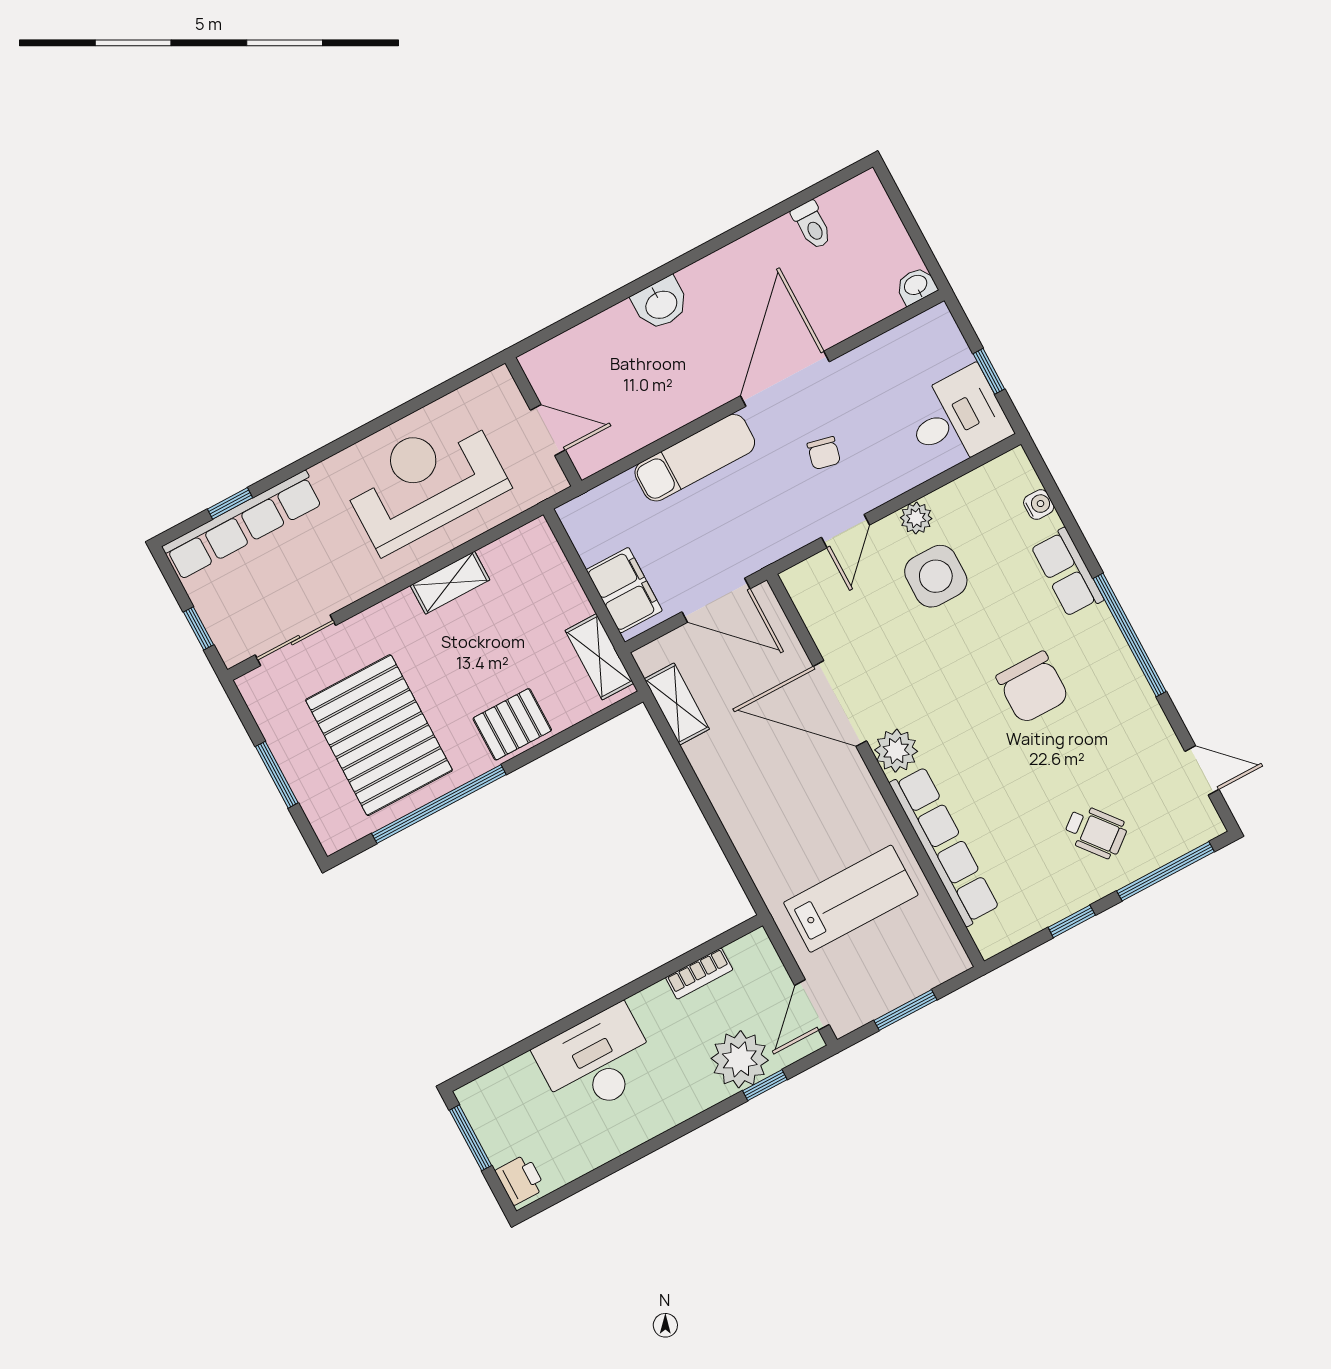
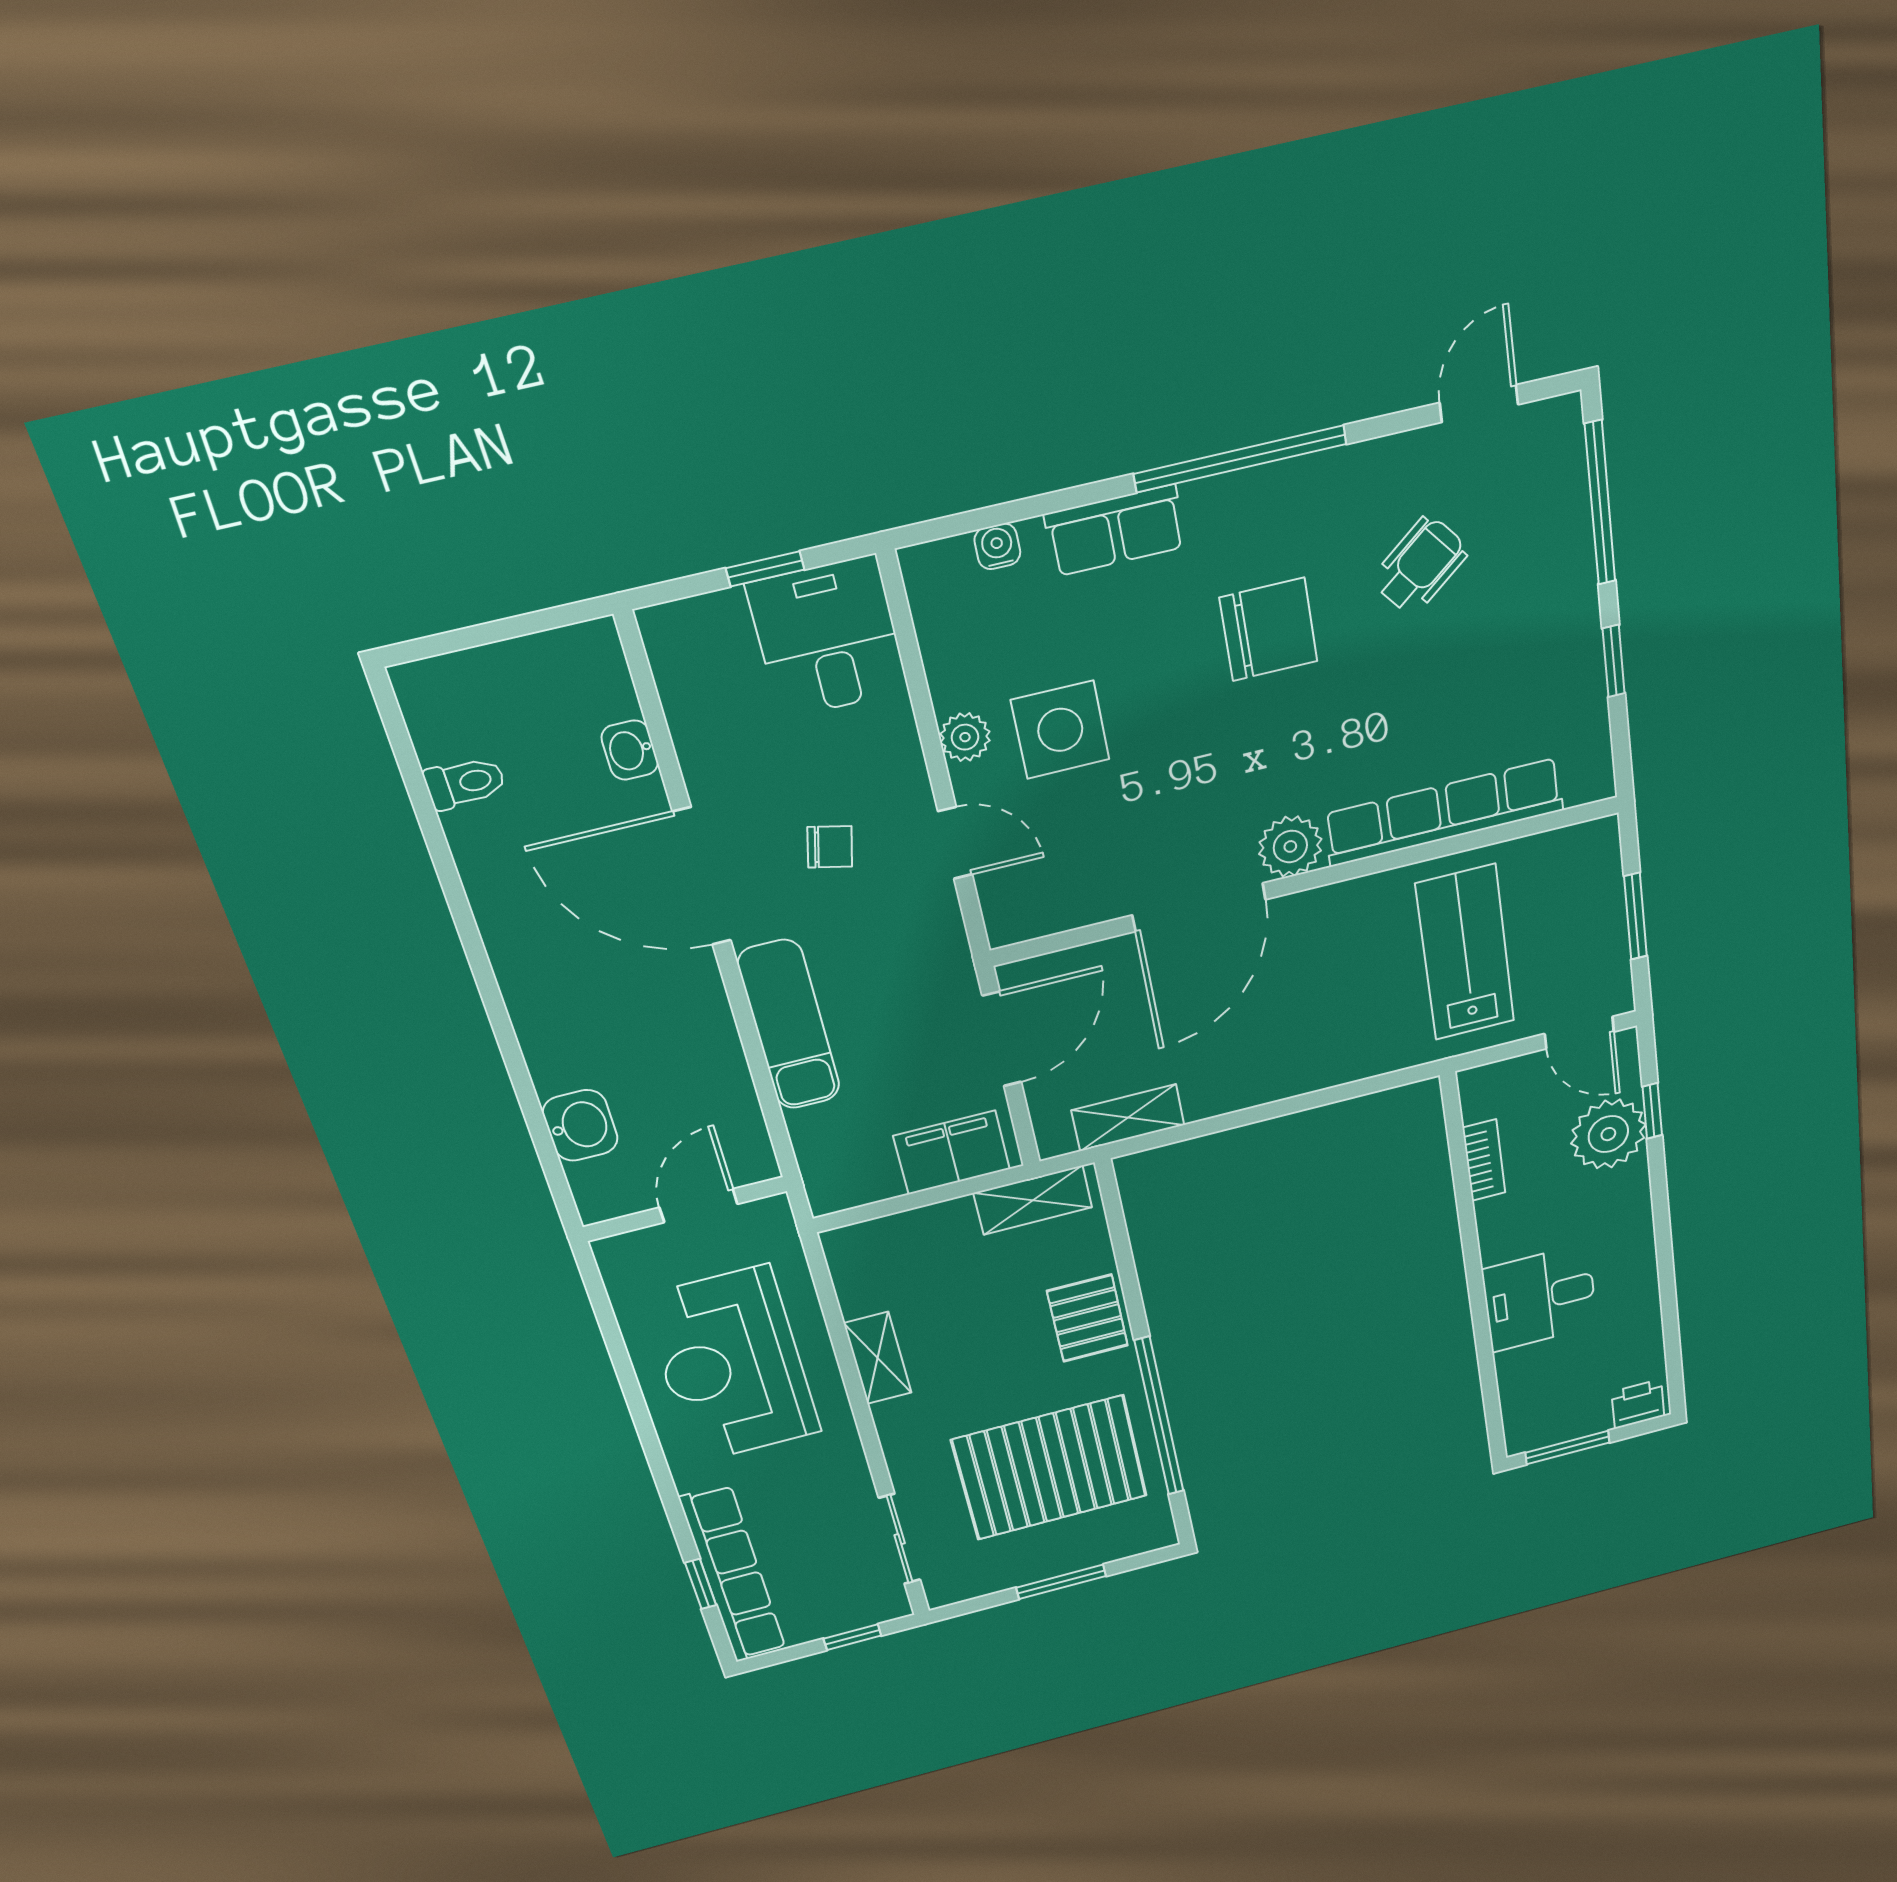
washbasin: (916, 286) -> (630, 750), moved
washbasin: (661, 304) -> (580, 1125), moved
wheelchair: (1096, 832) -> (1420, 565), moved
desk: (597, 1061) -> (1540, 1298), width x0.73

